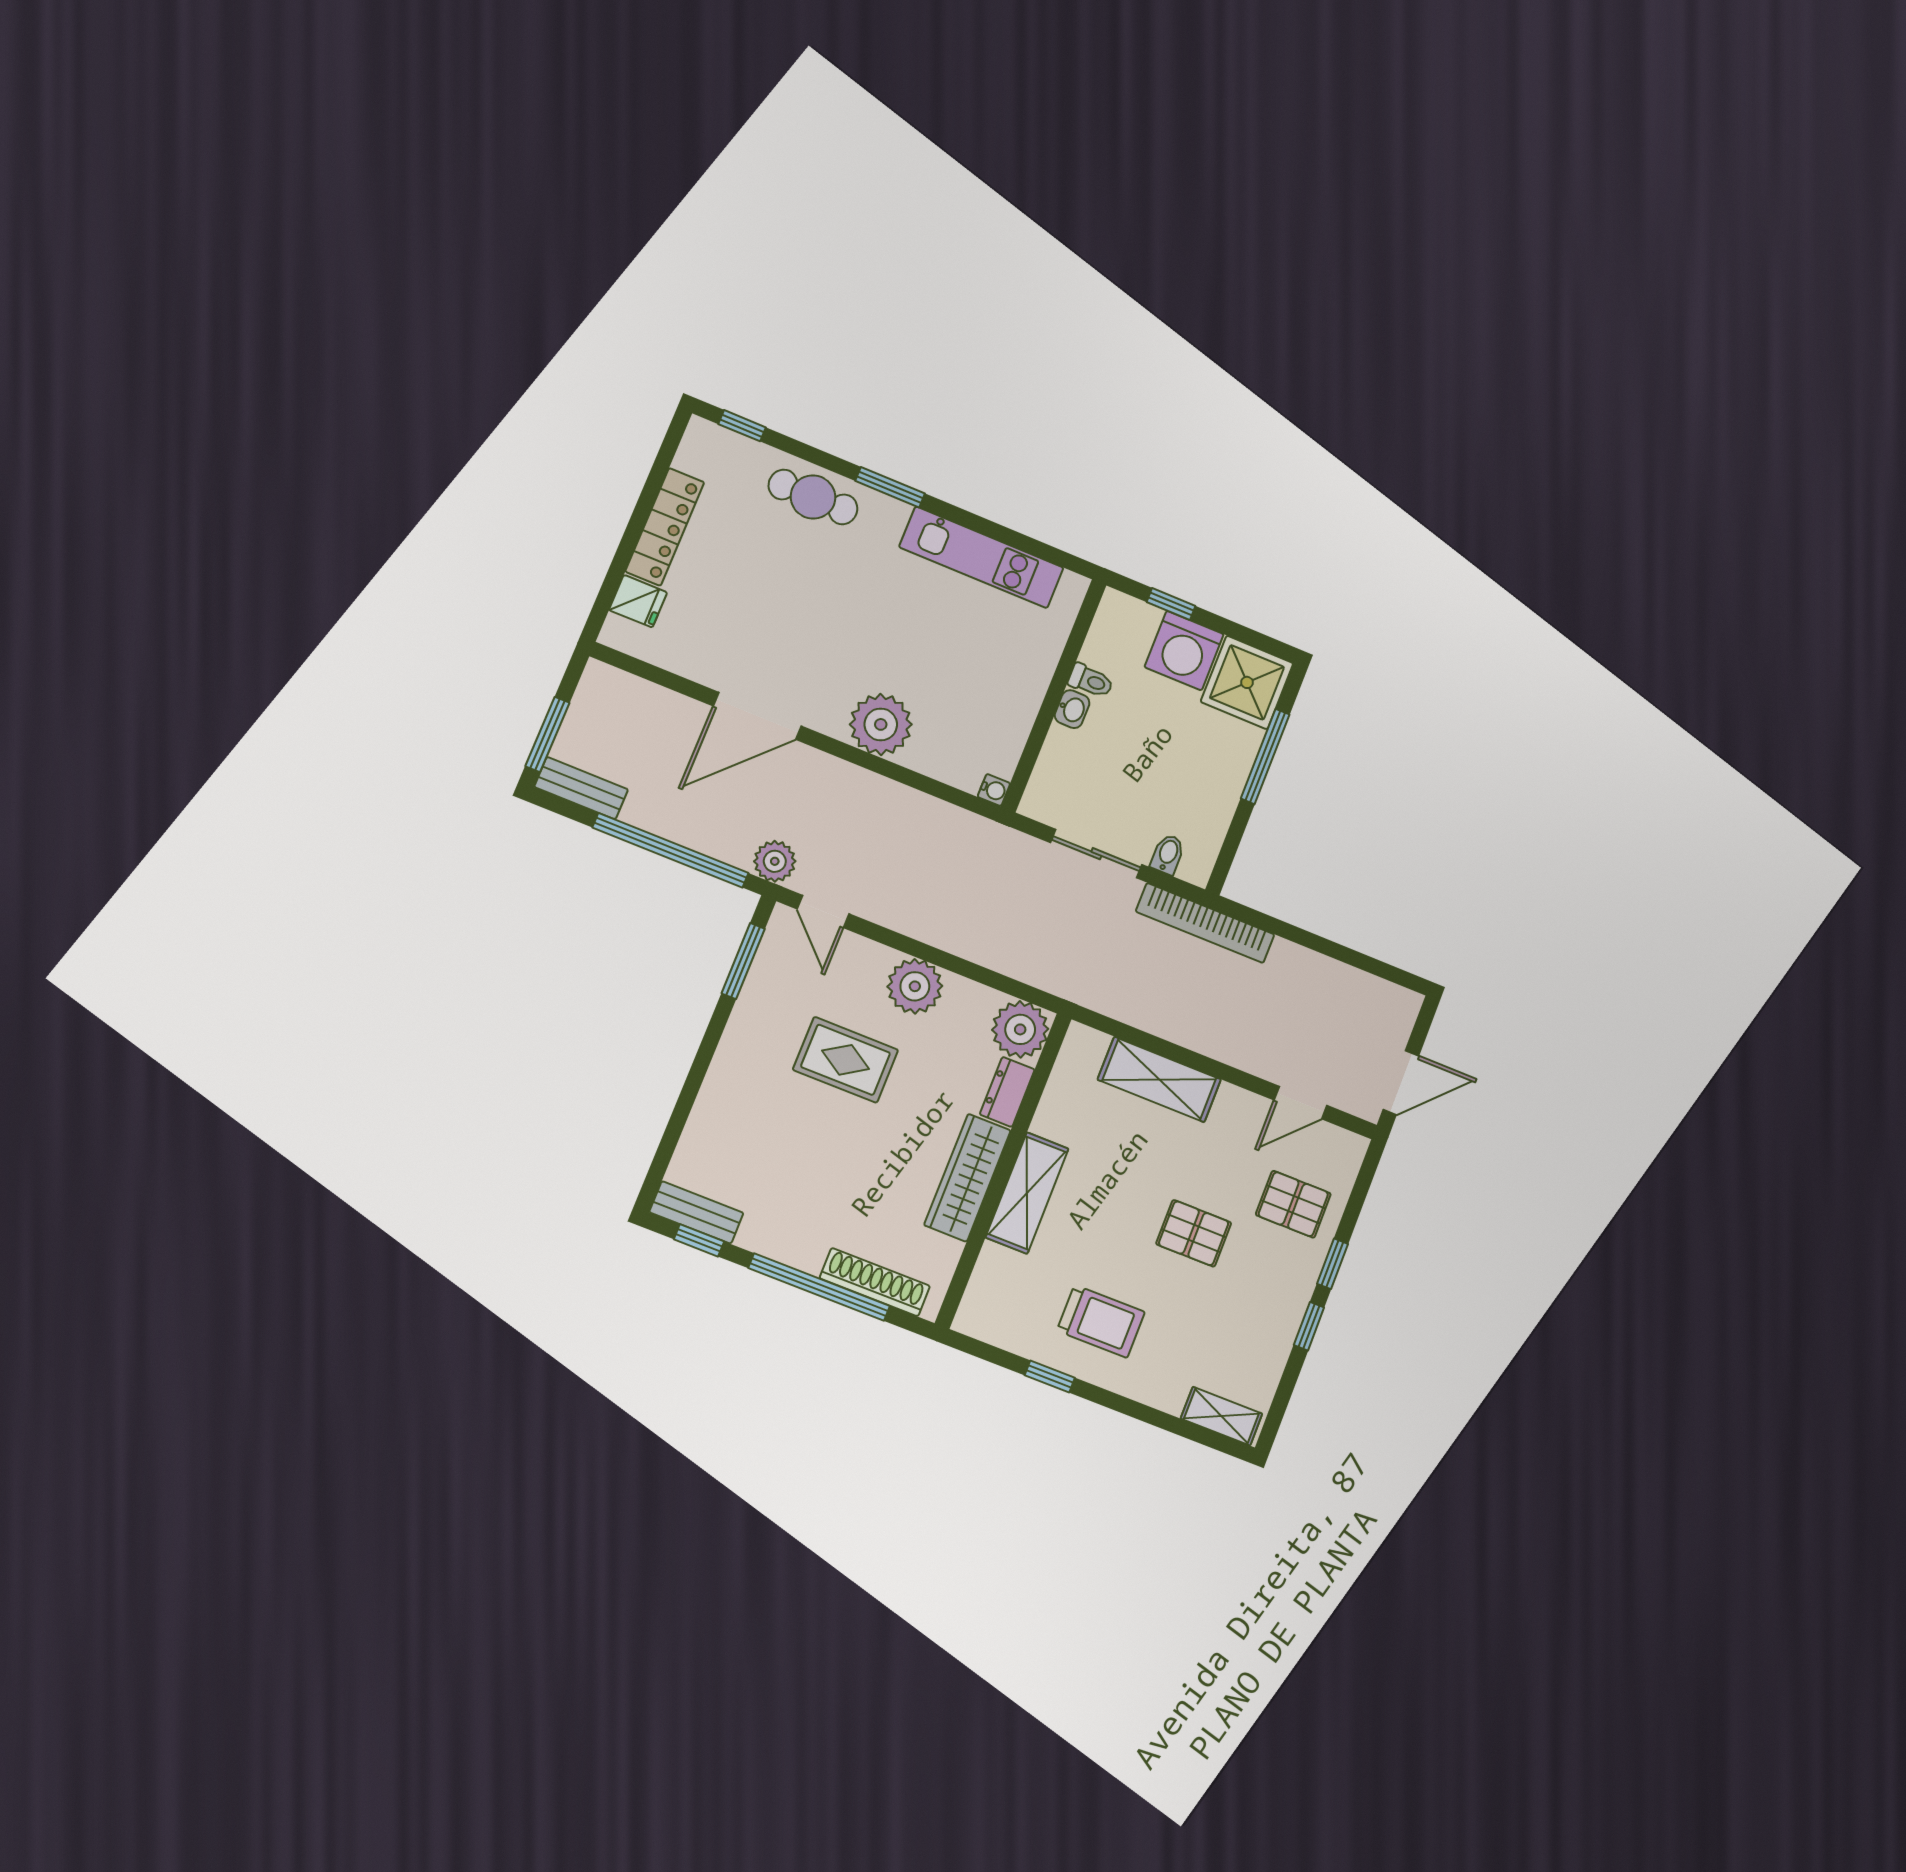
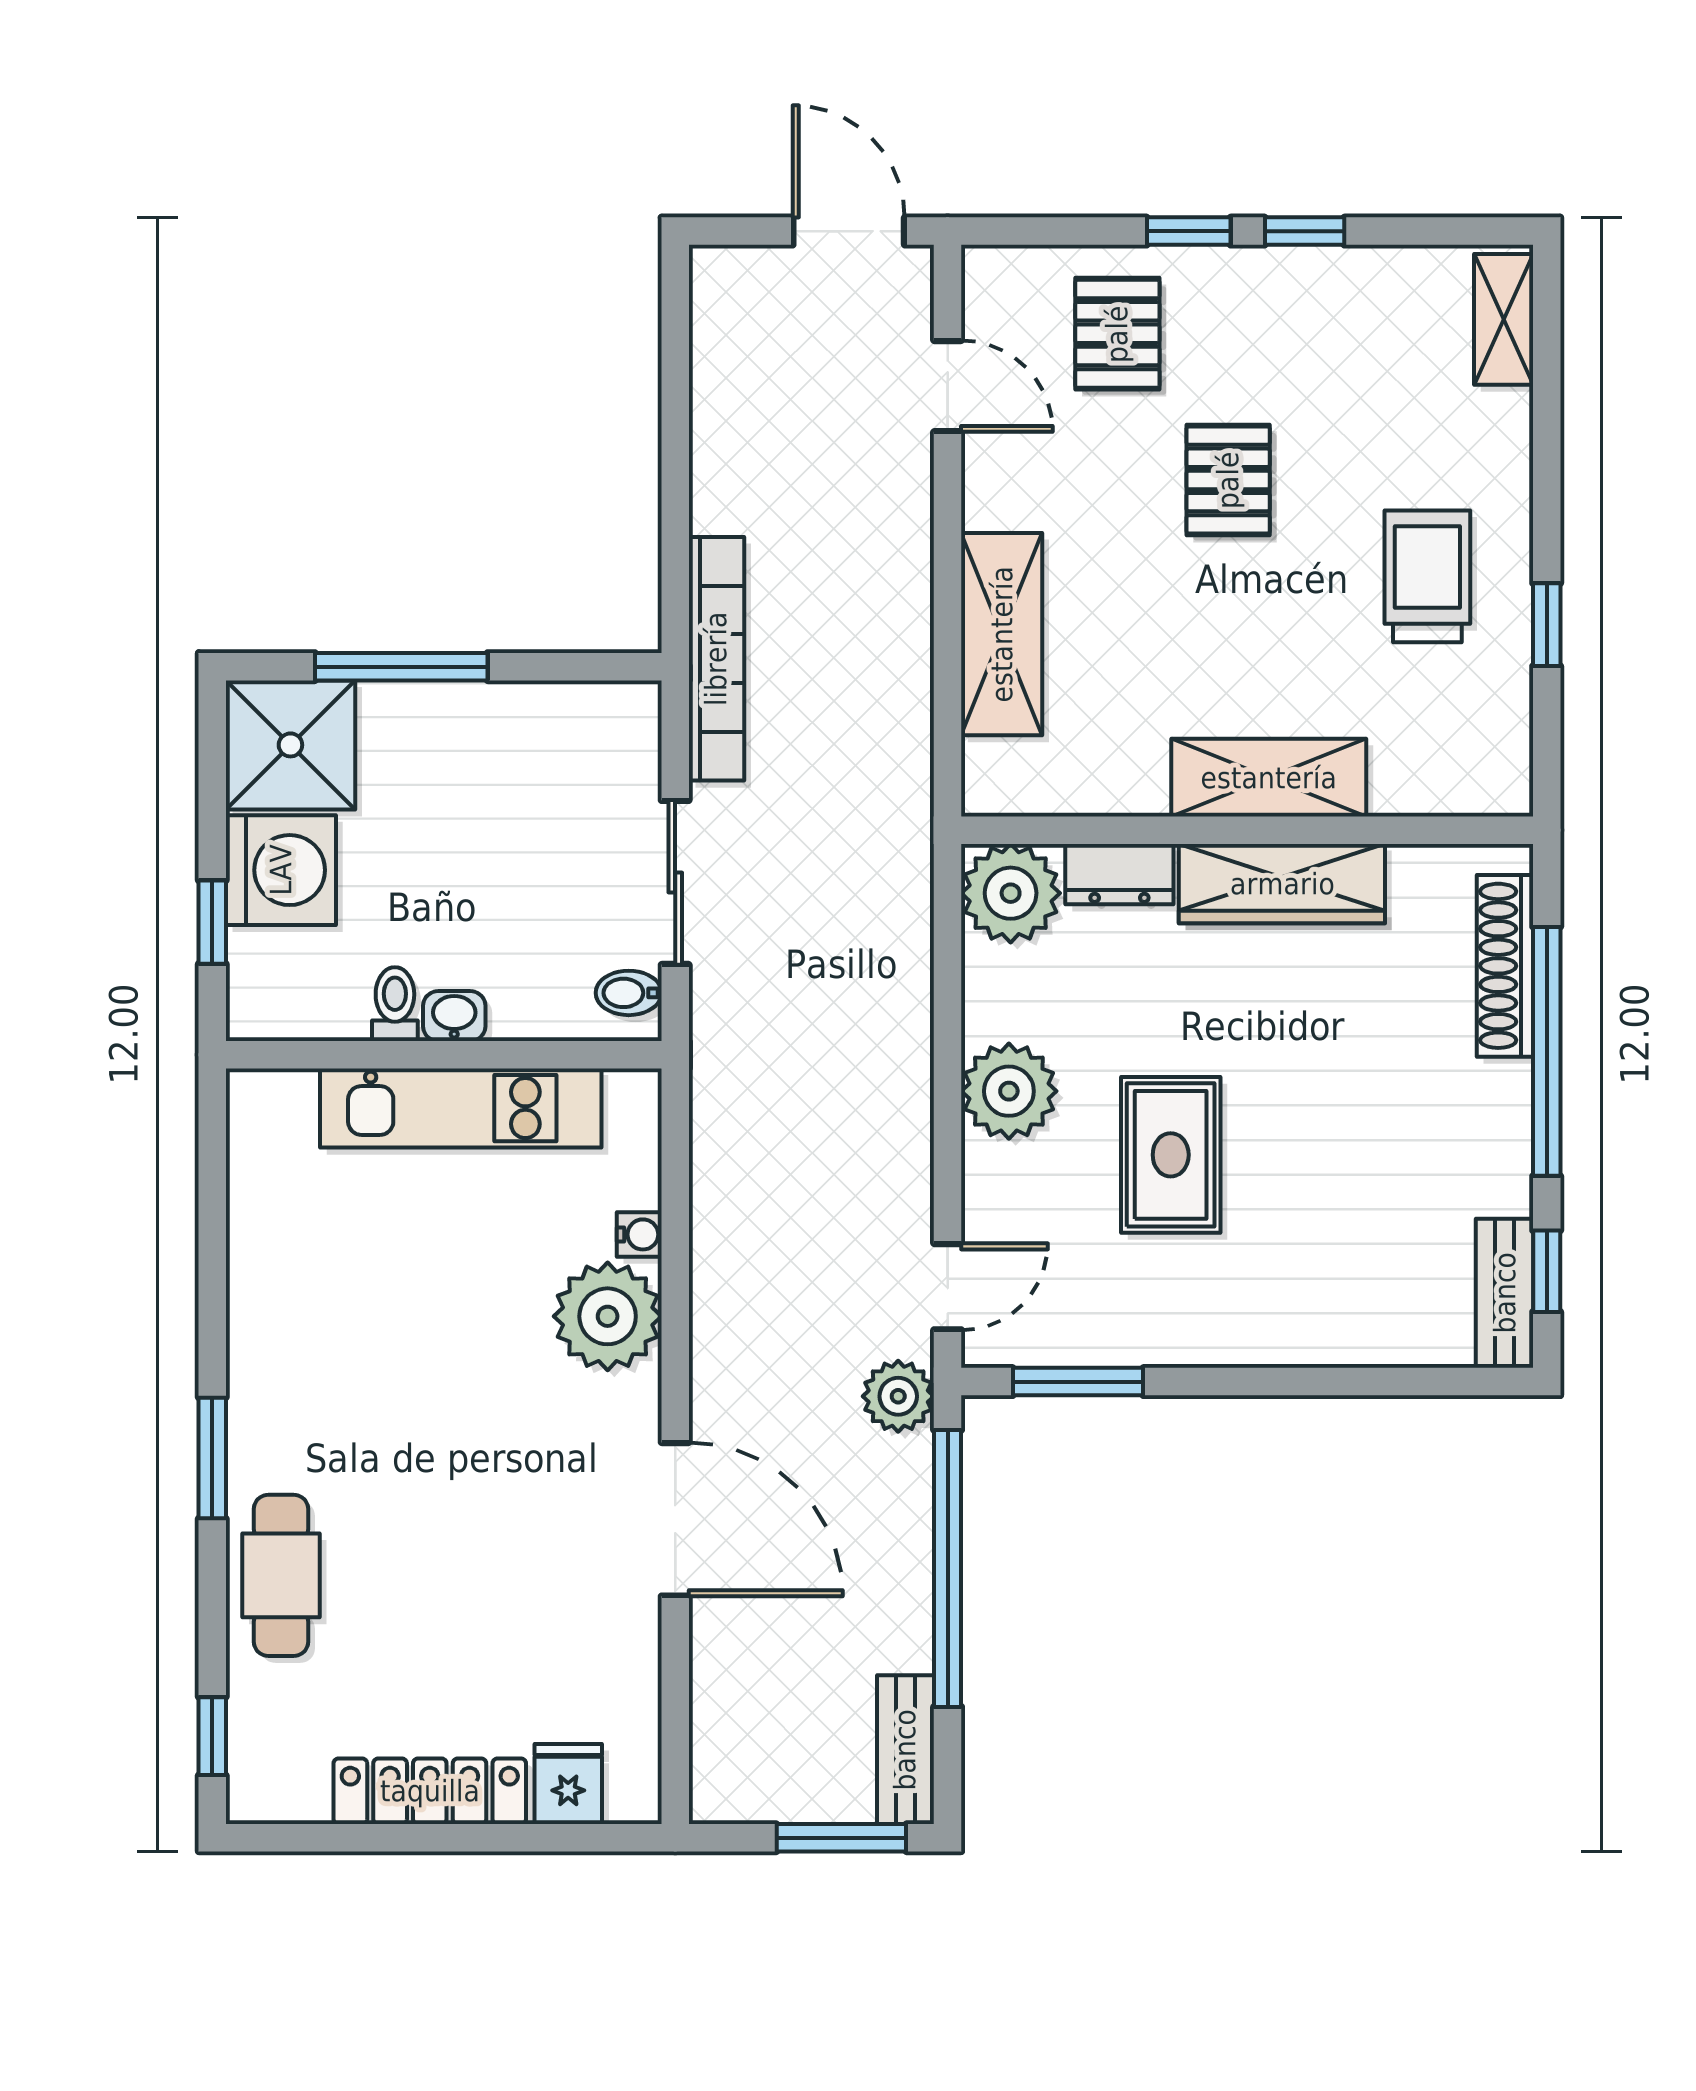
kitchen unit: (981, 557) -> (461, 1108), moved, turned 90
water cooler: (994, 790) -> (639, 1234), moved, turned 90
bidet: (1168, 854) -> (629, 993), moved

